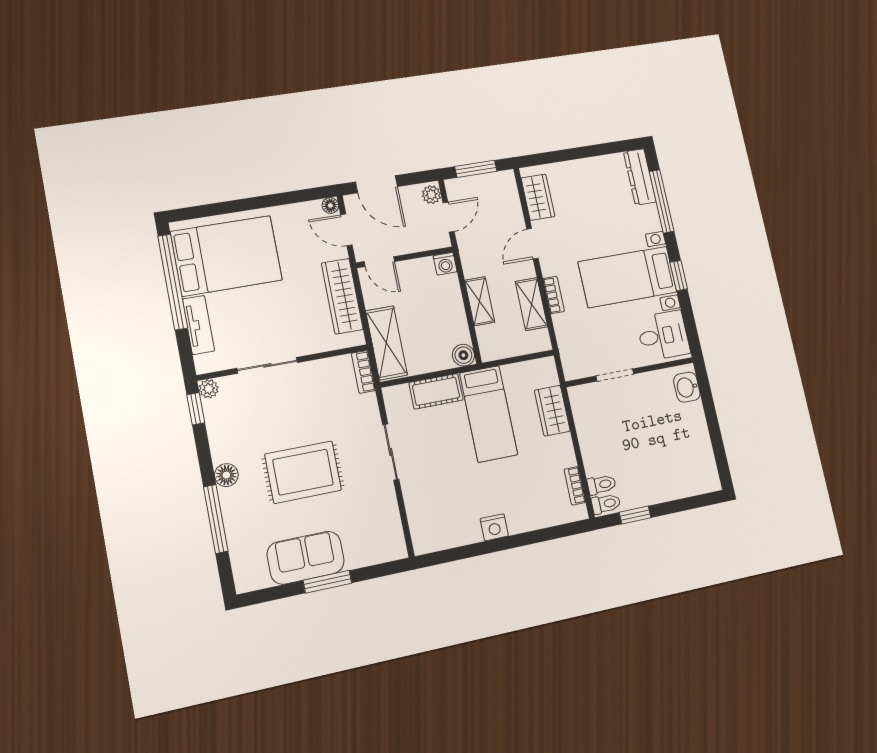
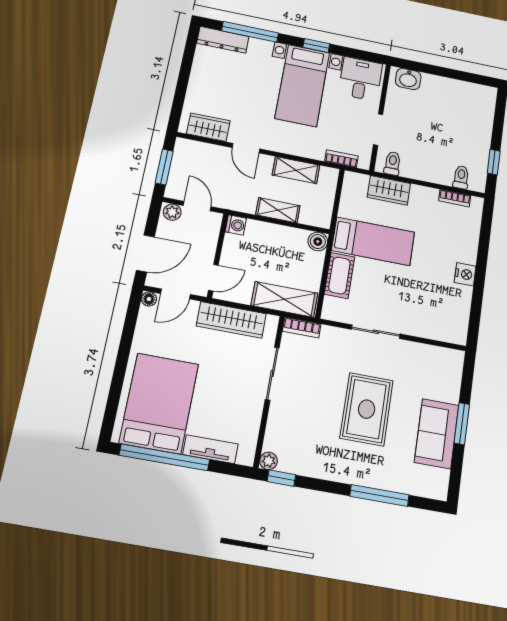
bookcase: (554, 295) -> (341, 159), moved
sliding door: (267, 365) -> (272, 374), moved
floor lamp: (226, 475) -> (346, 473), removed
toilet: (606, 504) -> (392, 163), moved

